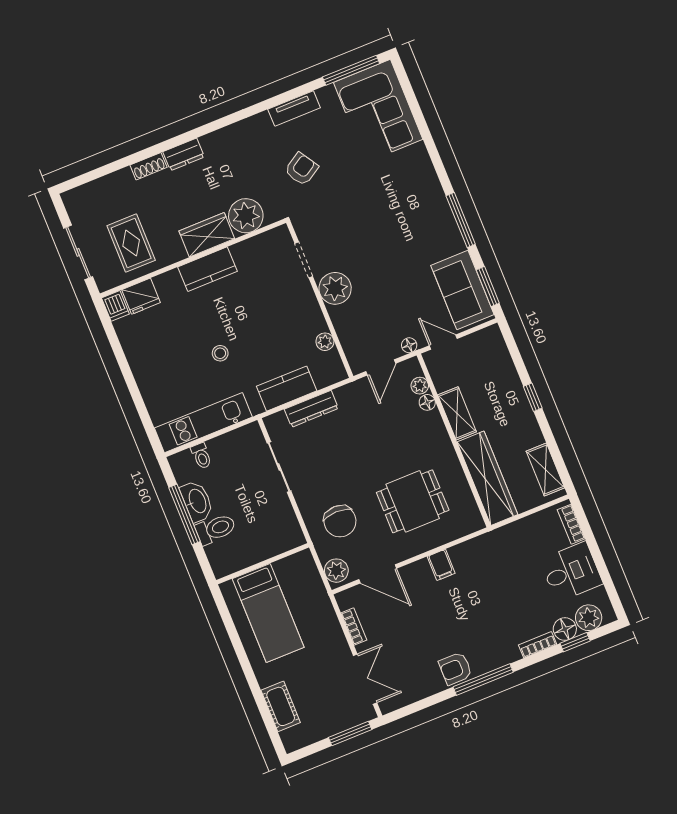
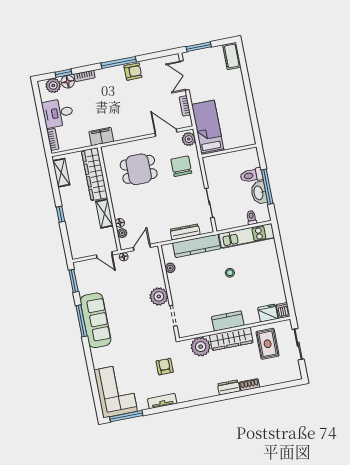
armchair: (301, 169) -> (165, 367), turned 122
wardrobe: (207, 235) -> (231, 339), width x1.50
sofa: (462, 290) -> (96, 320), moved, width x1.36
kitchen counter: (287, 389) -> (197, 246), width x1.50
filing cabinet: (441, 565) -> (101, 136), moved, width x2.00
bed: (268, 613) -> (208, 127), moved
cot: (281, 706) -> (232, 56), moved

